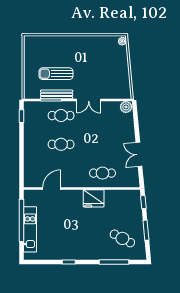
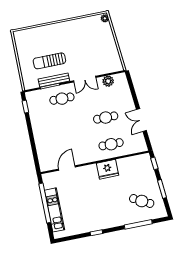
plant: (126, 107) -> (108, 81), moved
cafe table: (61, 144) -> (106, 118), moved

